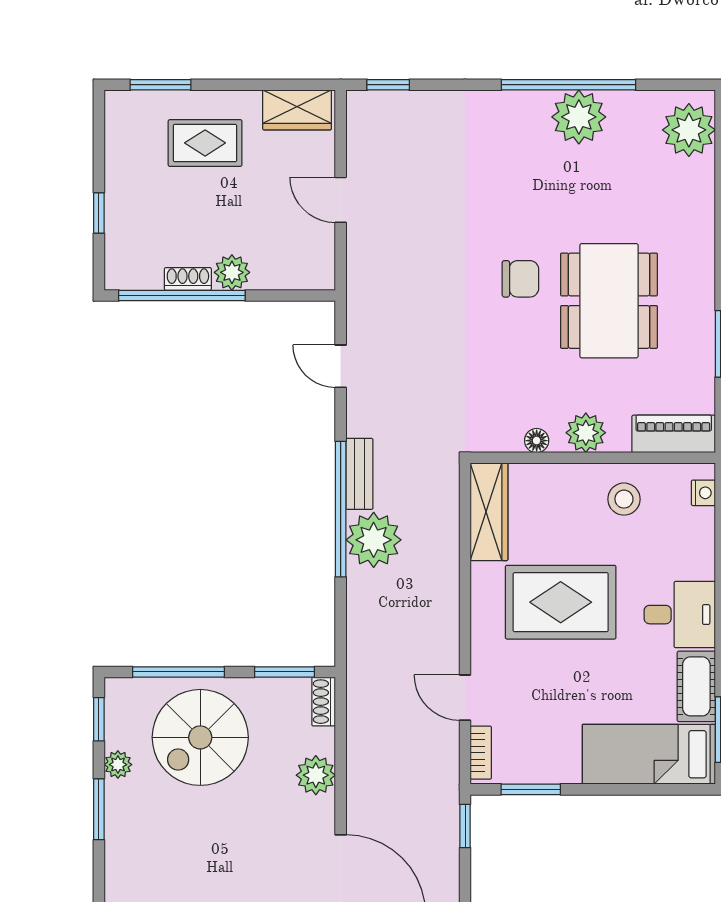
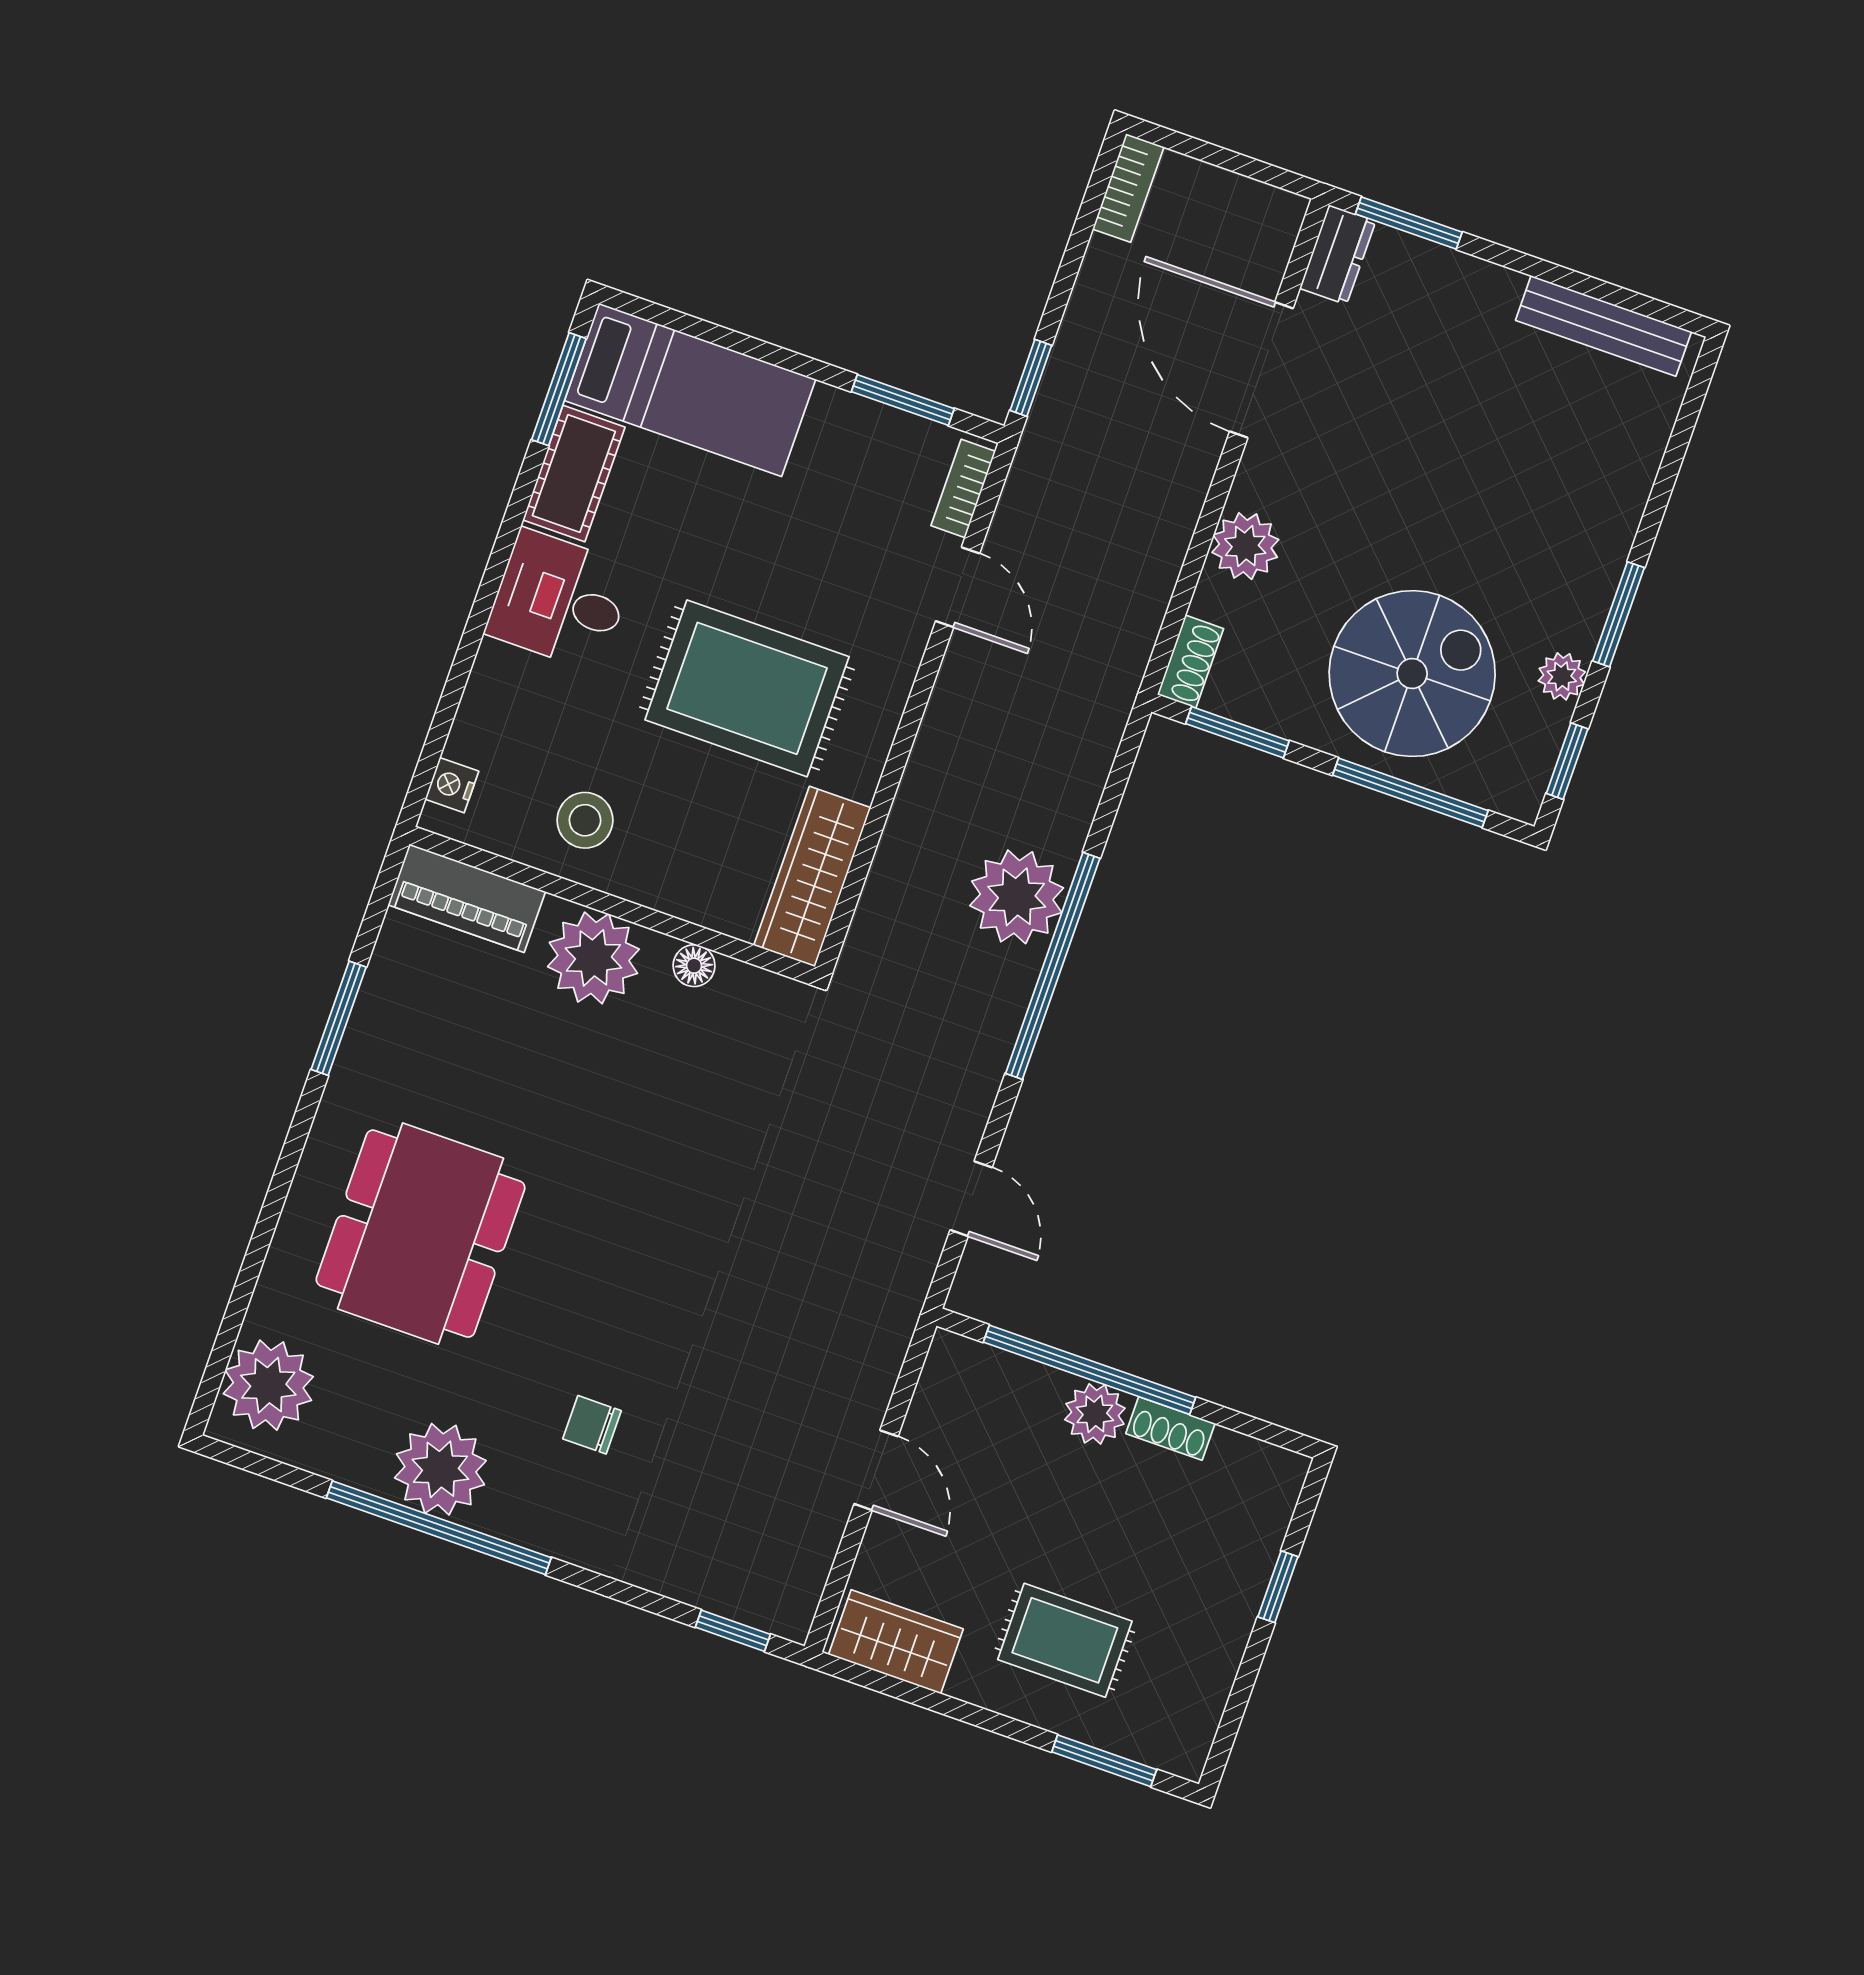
chair: (520, 279) -> (592, 1425), moved, width x0.73, depth x0.73
window: (182, 295) -> (1089, 1370), moved
dining table: (609, 301) -> (421, 1234), moved
plant: (586, 433) -> (593, 958), width x1.36, depth x1.36
bench: (359, 474) -> (1002, 1012), removed

